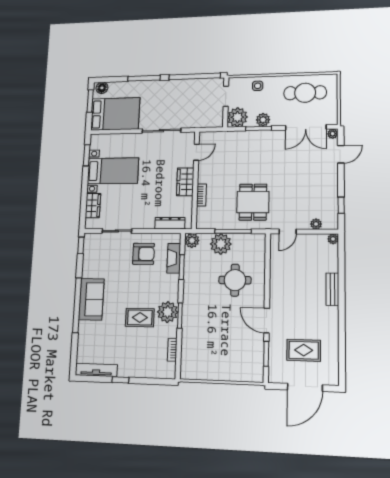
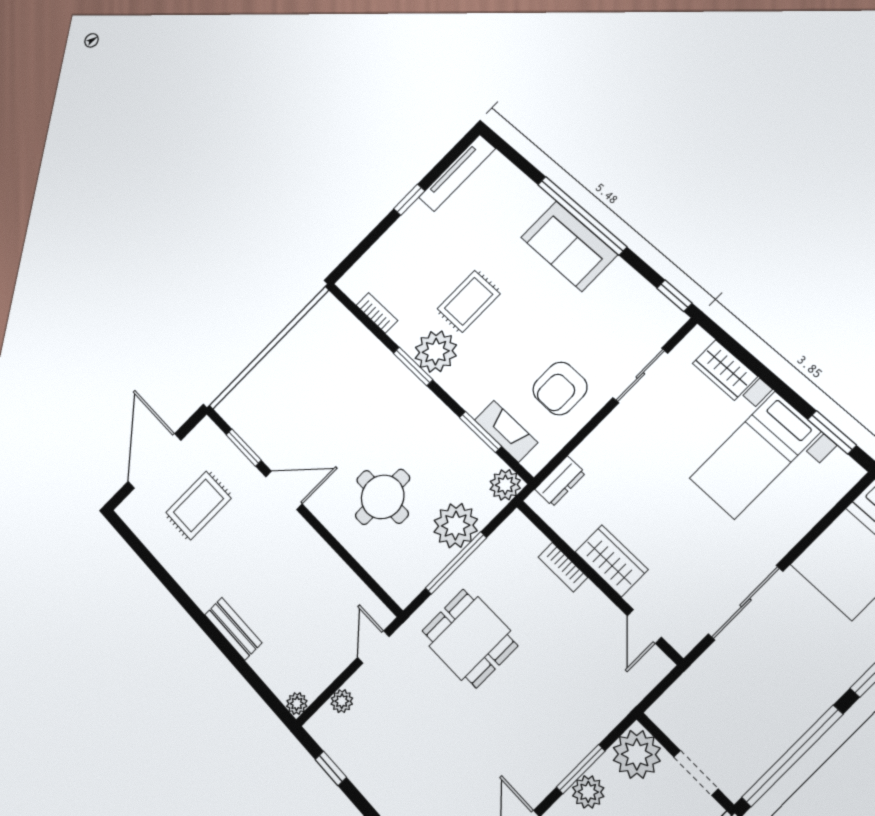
dresser: (170, 223) -> (560, 481), width x0.70

